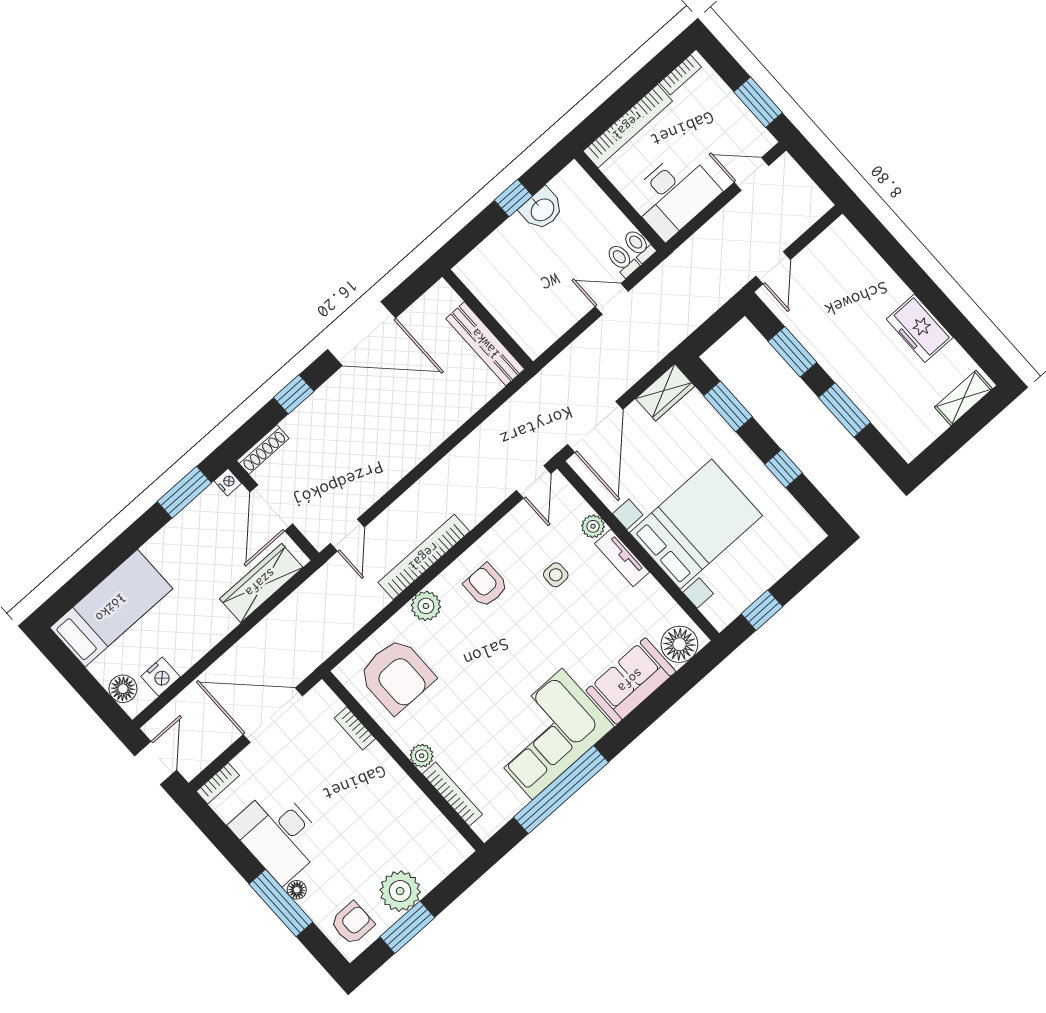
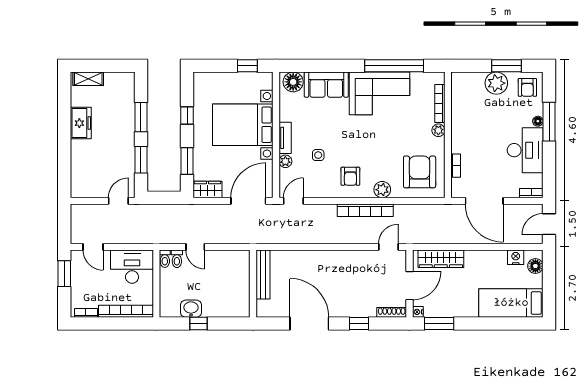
armchair: (352, 923) -> (527, 87), turned -90

